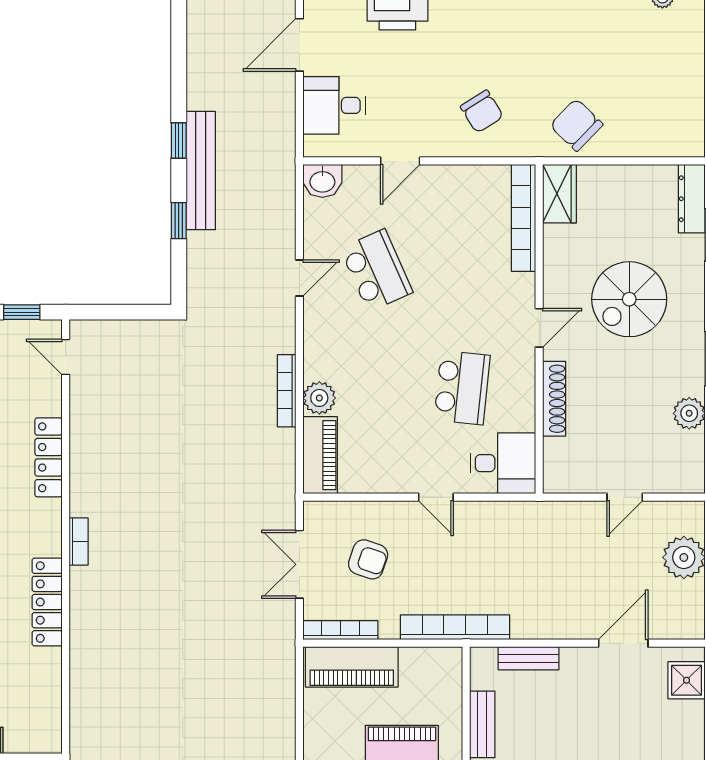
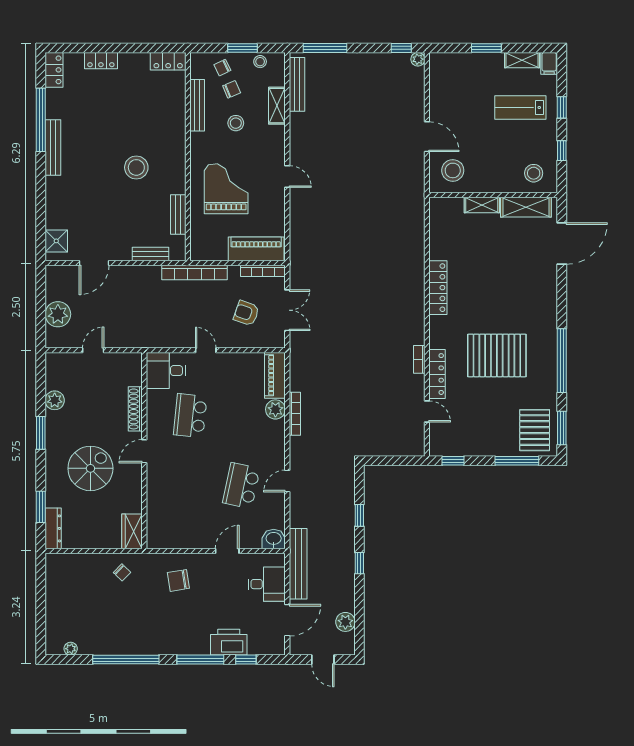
plant: (202, 42) -> (345, 622), added
chair: (482, 111) -> (178, 580), turned -67
chair: (576, 125) -> (122, 572), width x0.54, depth x0.54
bench: (201, 171) -> (298, 564), moved
bookcase: (523, 218) -> (154, 517), removed
school desk: (376, 270) -> (241, 486), turned 36
door: (66, 357) -> (427, 411), moved
bookcase: (79, 542) -> (419, 359), moved

